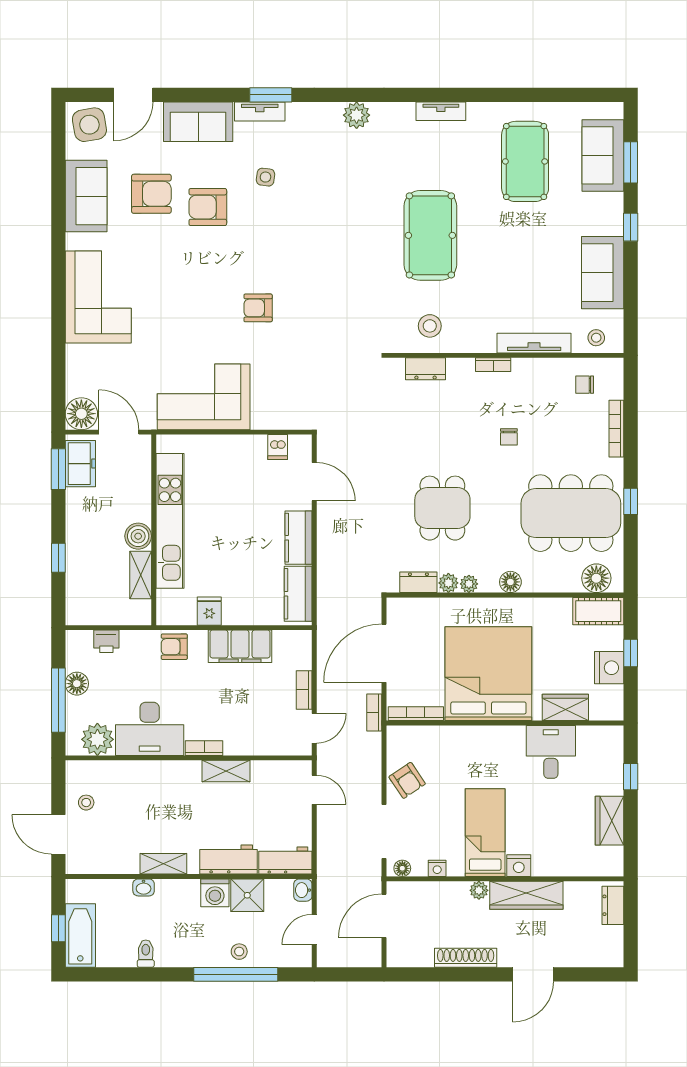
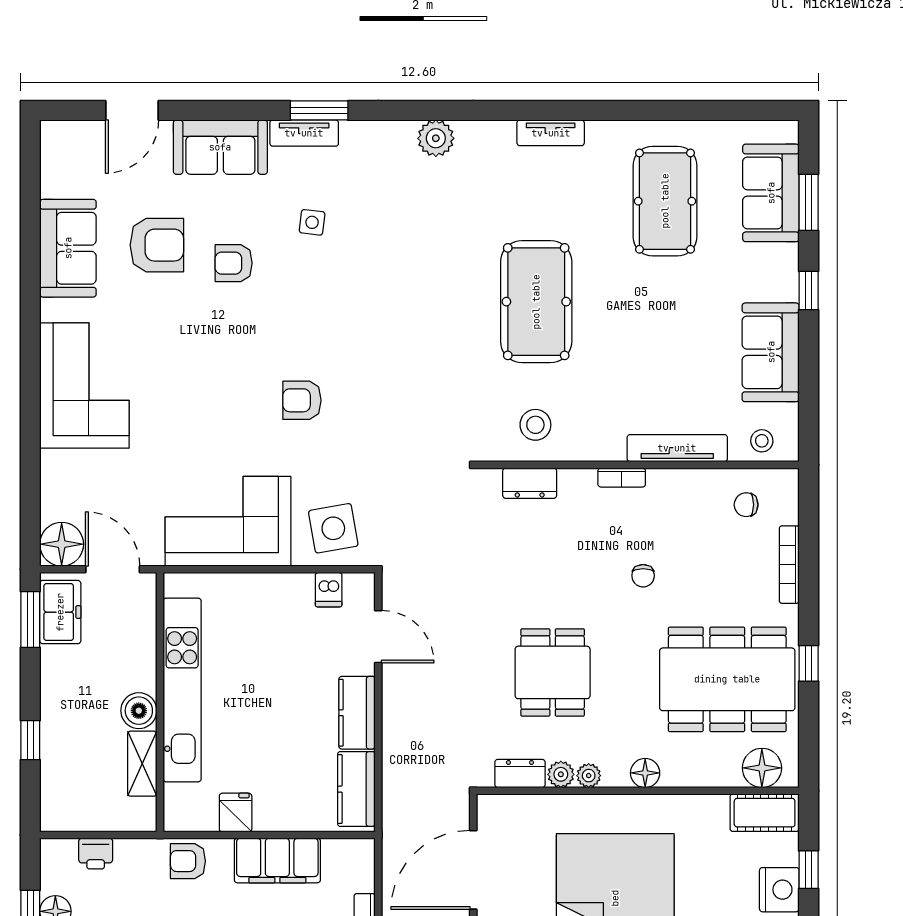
side table: (89, 125) -> (333, 528), moved
armchair: (208, 207) -> (234, 263), width x0.72, depth x0.72

